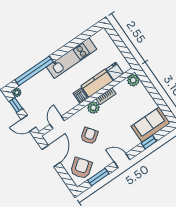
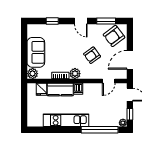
sofa: (151, 125) -> (36, 52), moved, turned -90

